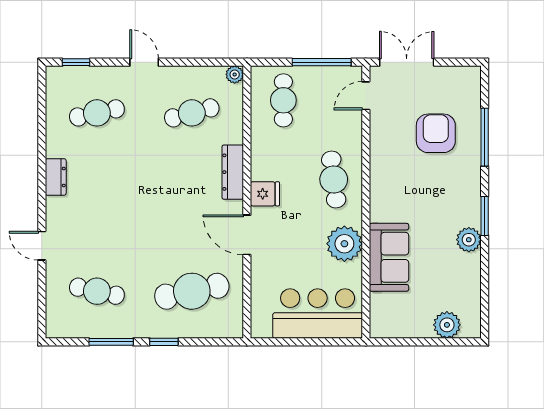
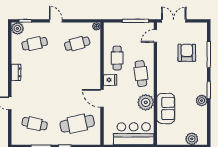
plant: (59, 79) -> (17, 28), added
cafe table: (283, 100) -> (117, 58), moved
dresser: (233, 172) -> (96, 70), removed

